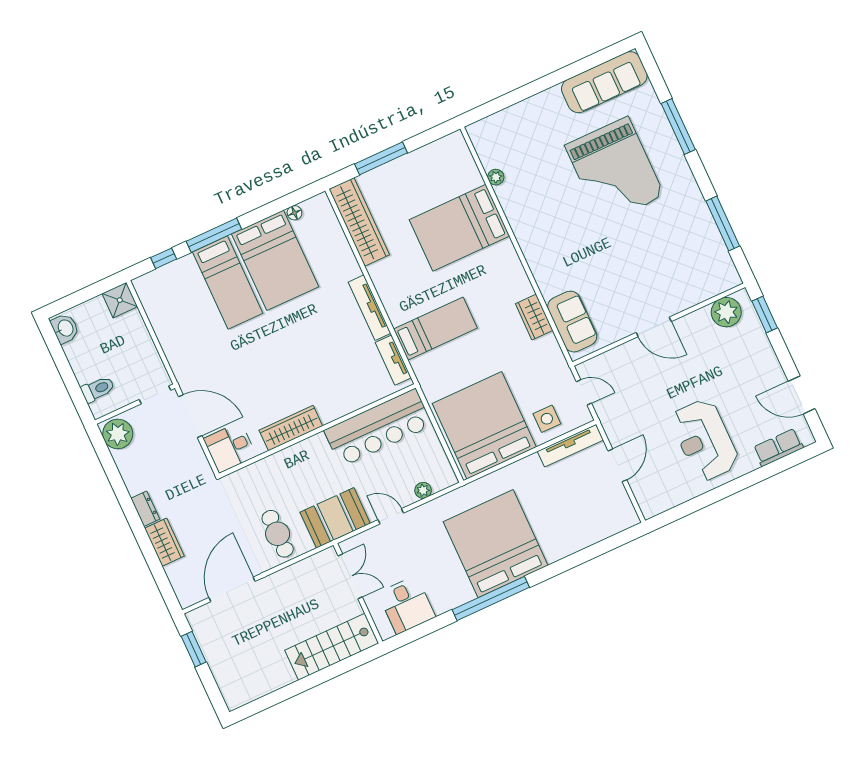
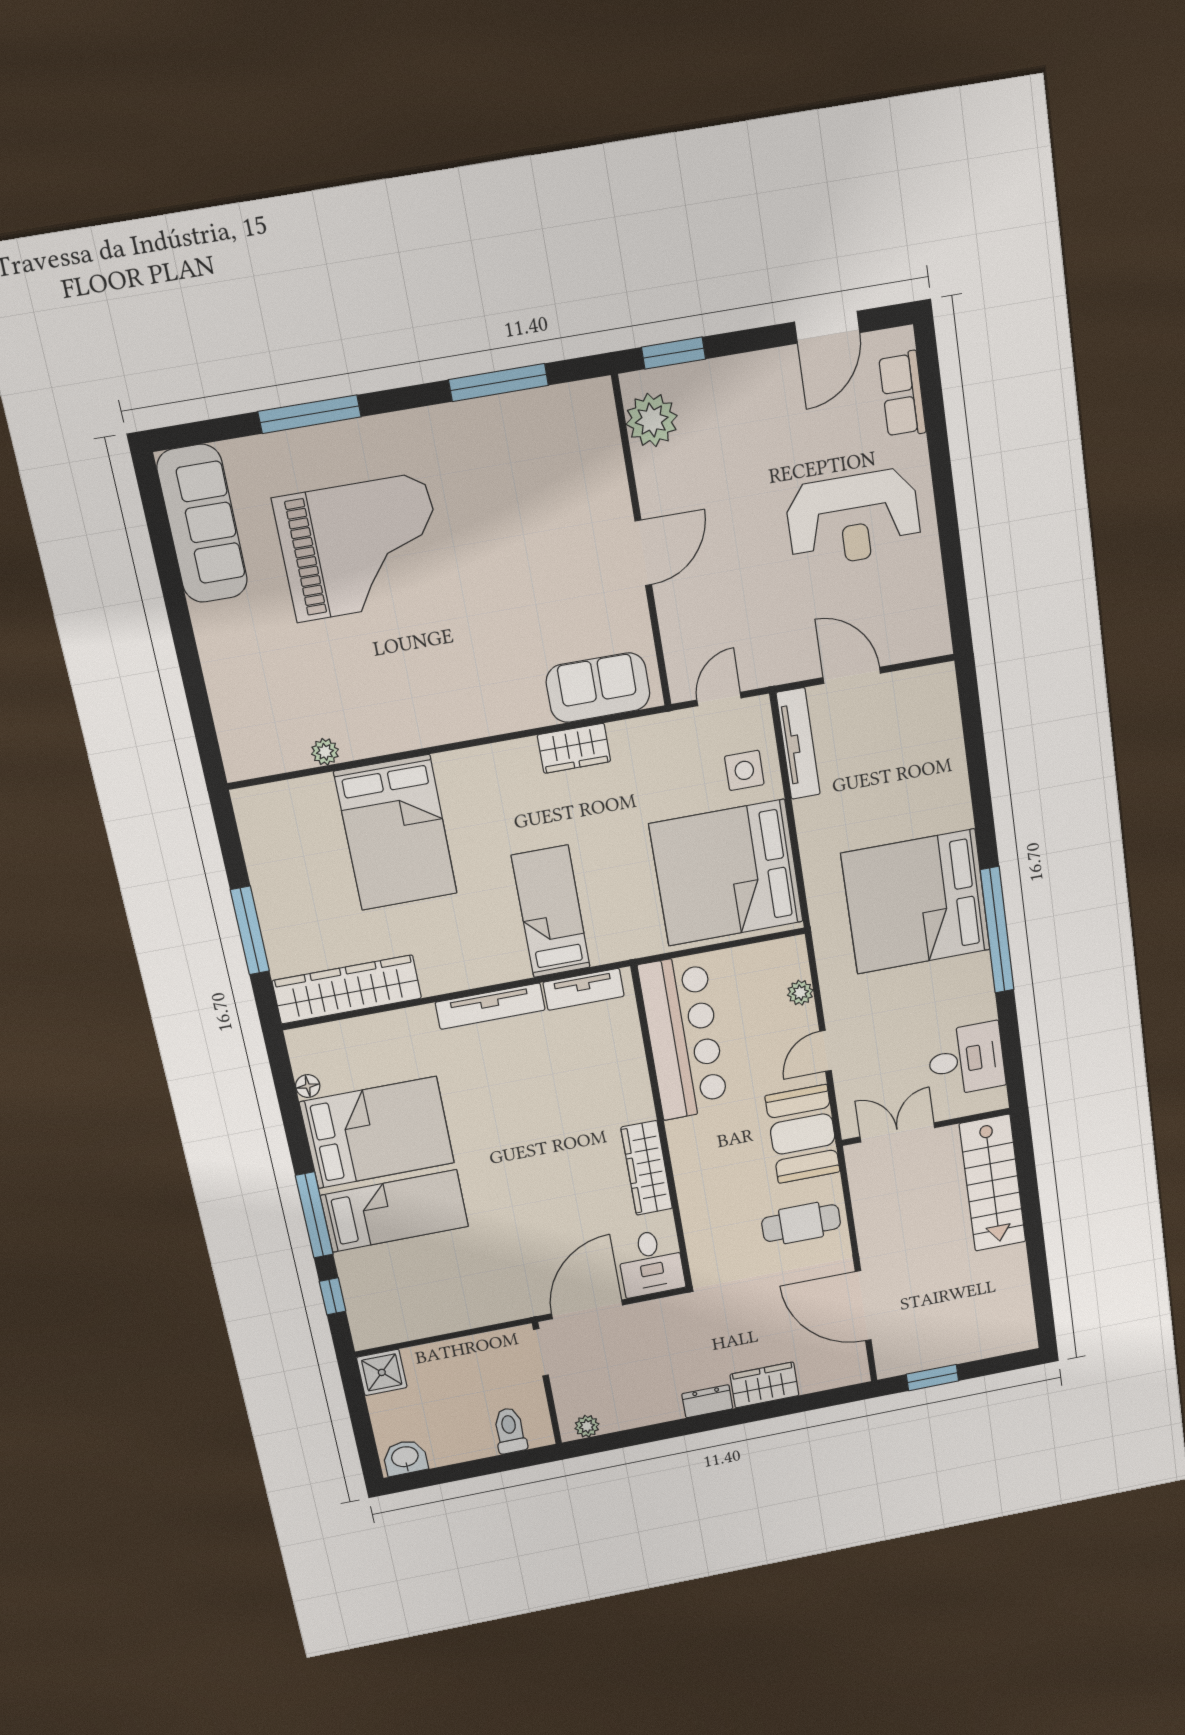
plant: (118, 434) -> (587, 1426), width x0.53, depth x0.53

